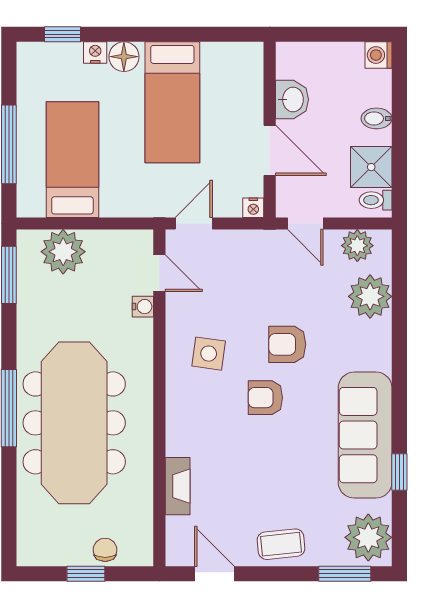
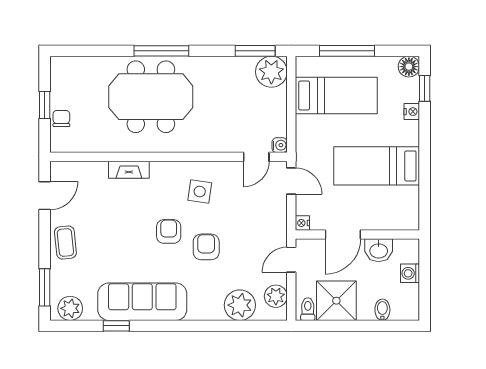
washing machine: (379, 55) -> (410, 273), moved, turned -90
floor lamp: (124, 57) -> (409, 67), moved
bidet: (376, 118) -> (382, 310), moved
shower: (371, 167) -> (336, 301), width x1.36, depth x1.36
plant: (63, 252) -> (271, 72), moved
water cooler: (143, 307) -> (280, 145), moved, turned -90
meeting table: (74, 423) -> (151, 97), width x0.73
fireplace: (178, 486) -> (129, 170), moved
plant: (368, 537) -> (70, 308), width x0.73, depth x0.73
chair: (105, 550) -> (61, 118), turned -90

